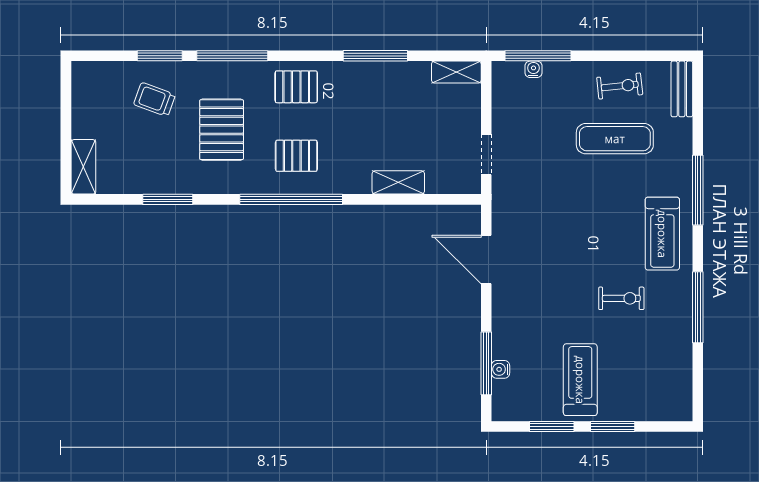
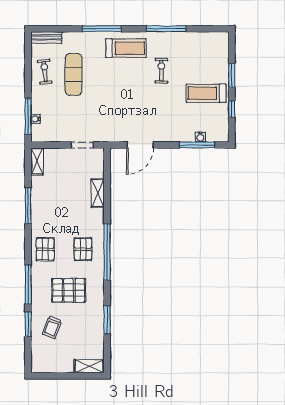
window: (552, 426) -> (232, 109), width x0.67

